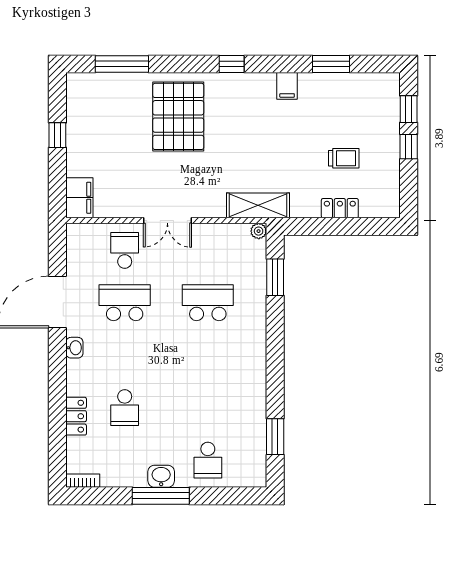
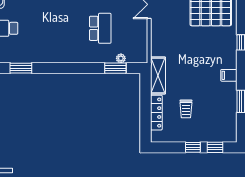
shelving: (258, 205) -> (158, 75), moved
locker: (340, 208) -> (156, 113), width x1.53
plant: (259, 231) -> (121, 58), moved

